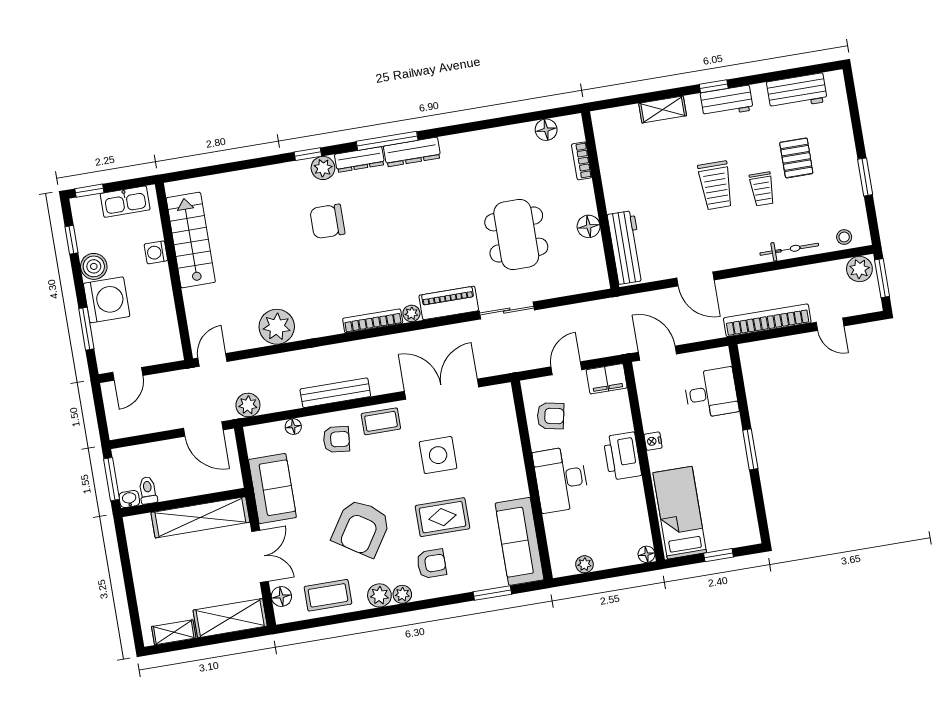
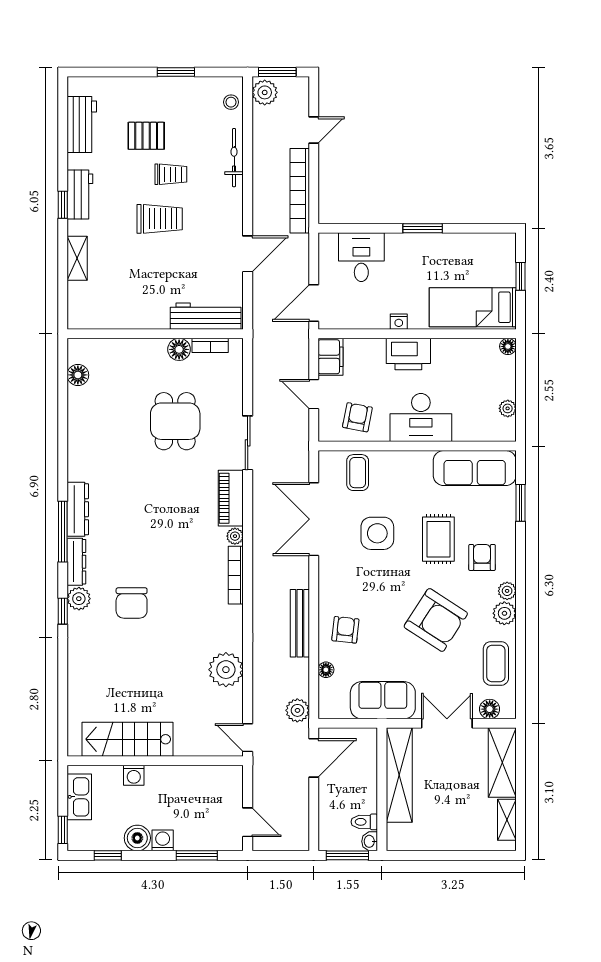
bookcase: (582, 161) -> (210, 345), moved
dining table: (516, 235) -> (175, 421), width x0.73
washing machine: (107, 300) -> (163, 840), width x0.53, depth x0.53
coffee table: (381, 421) -> (358, 473), moved

